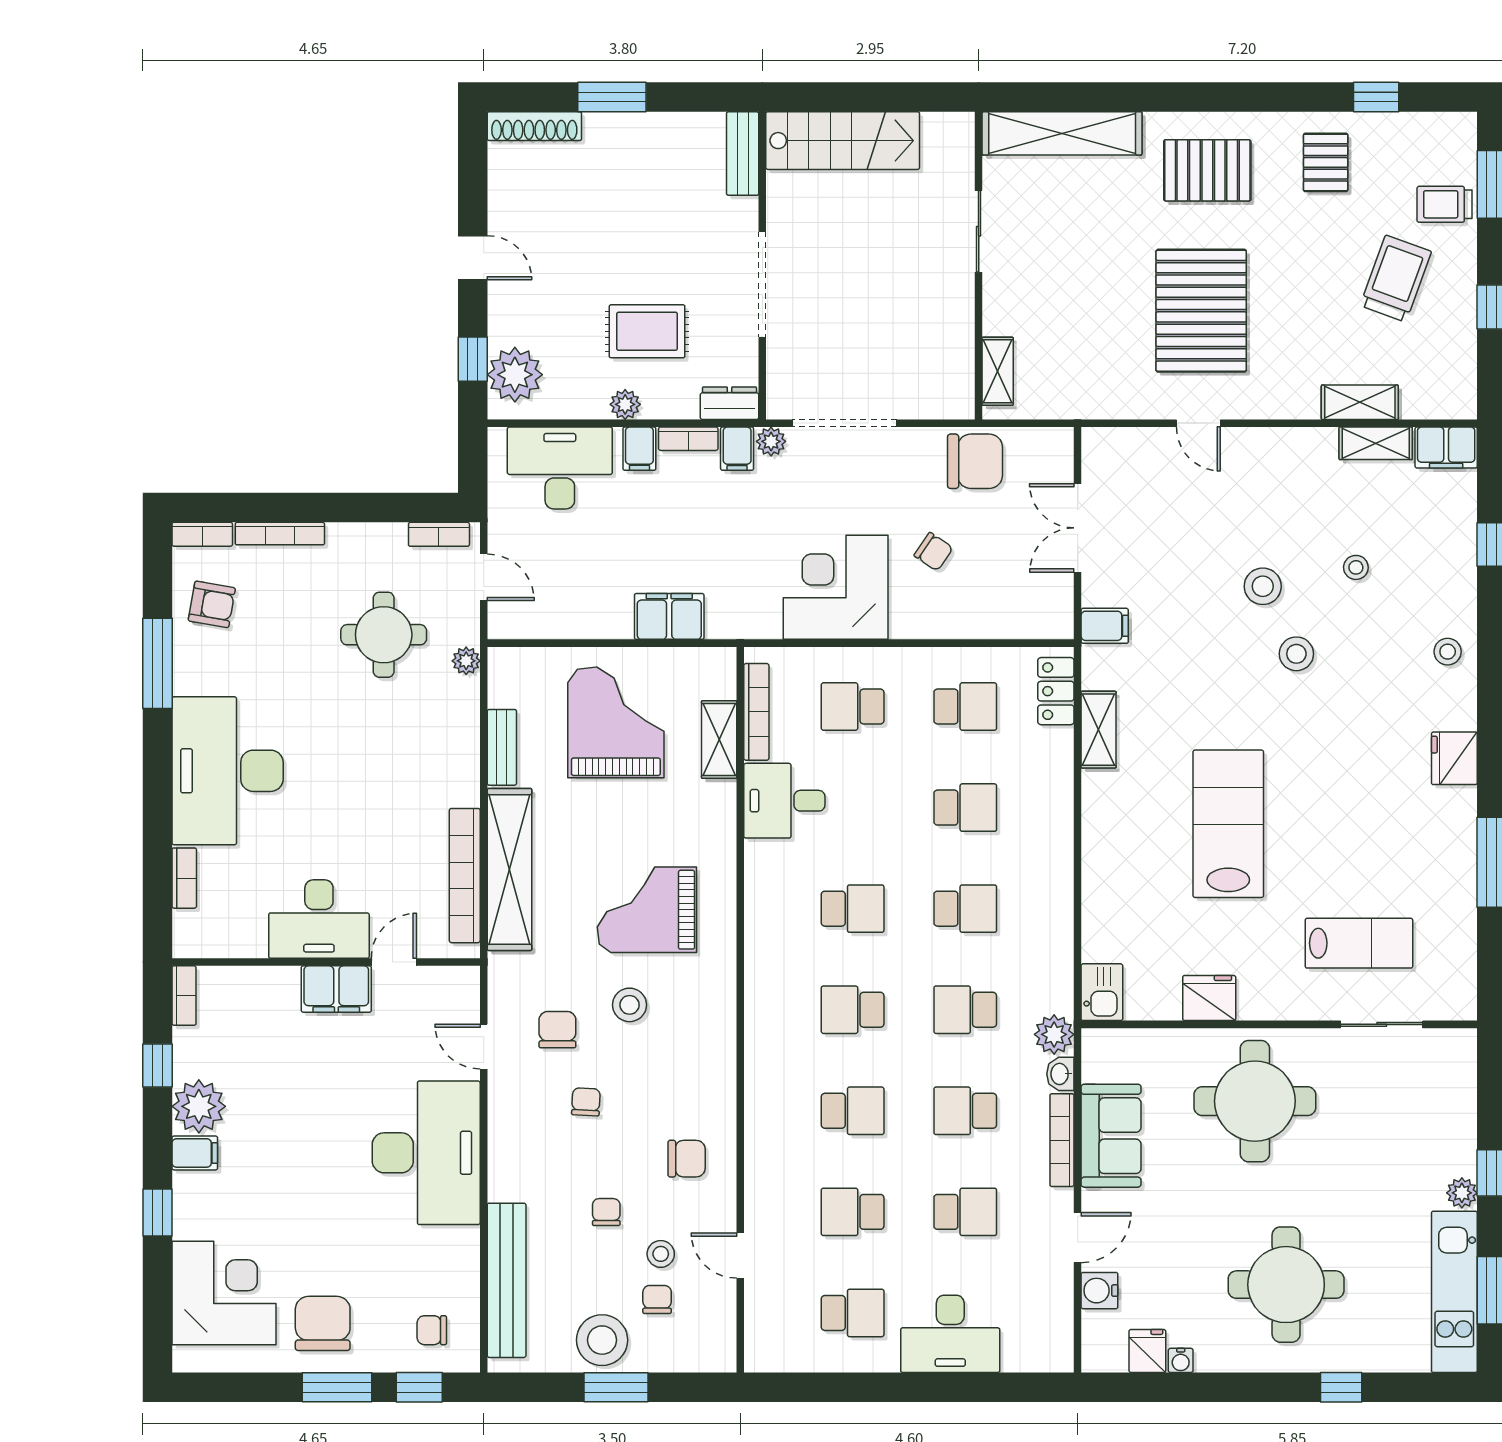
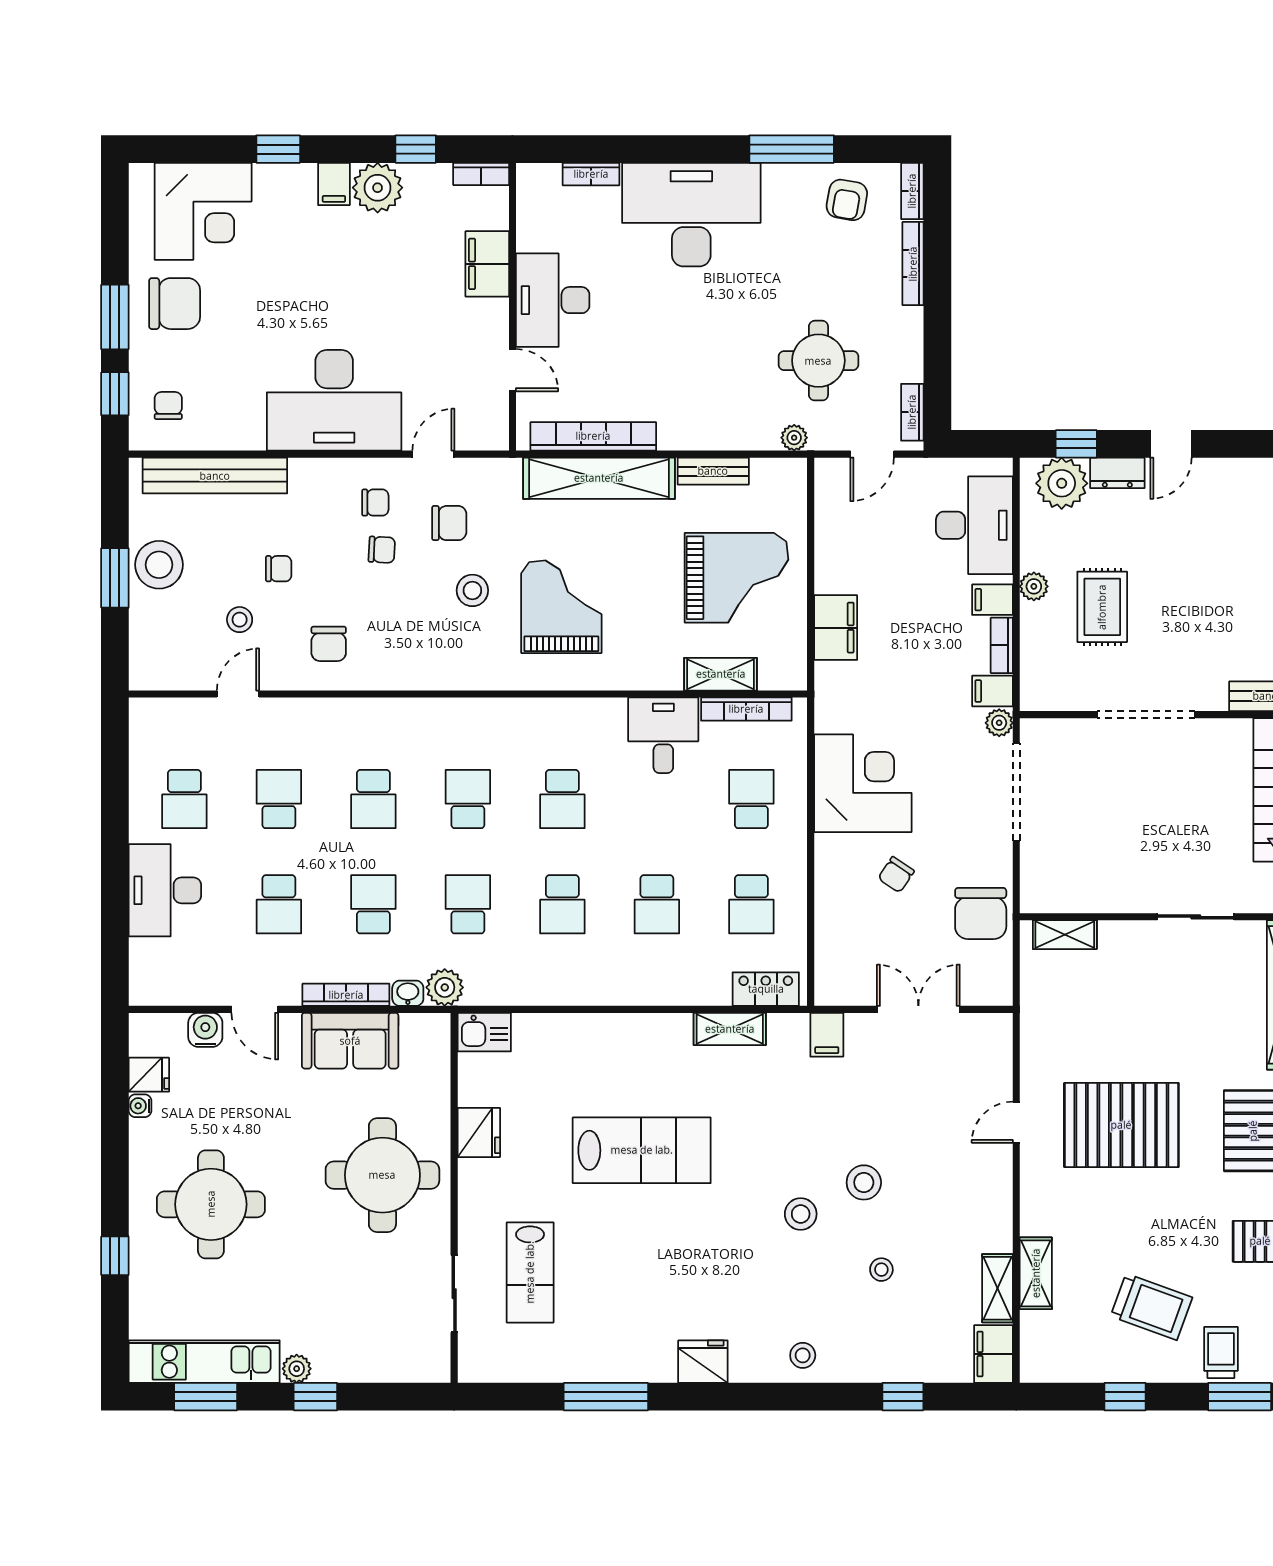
dresser: (730, 403) -> (1117, 473), moved, turned 90
filing cabinet: (336, 989) -> (487, 264), moved
chair: (657, 1299) -> (375, 503), moved

